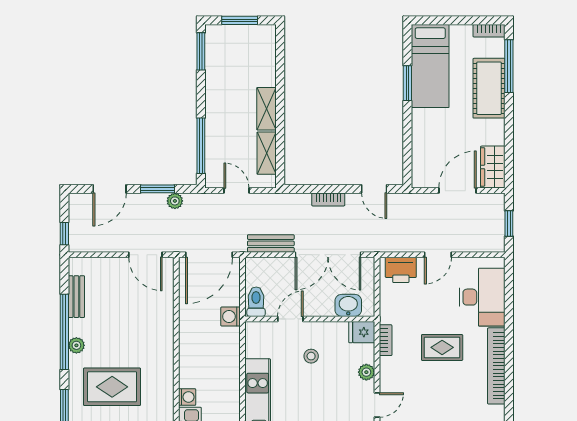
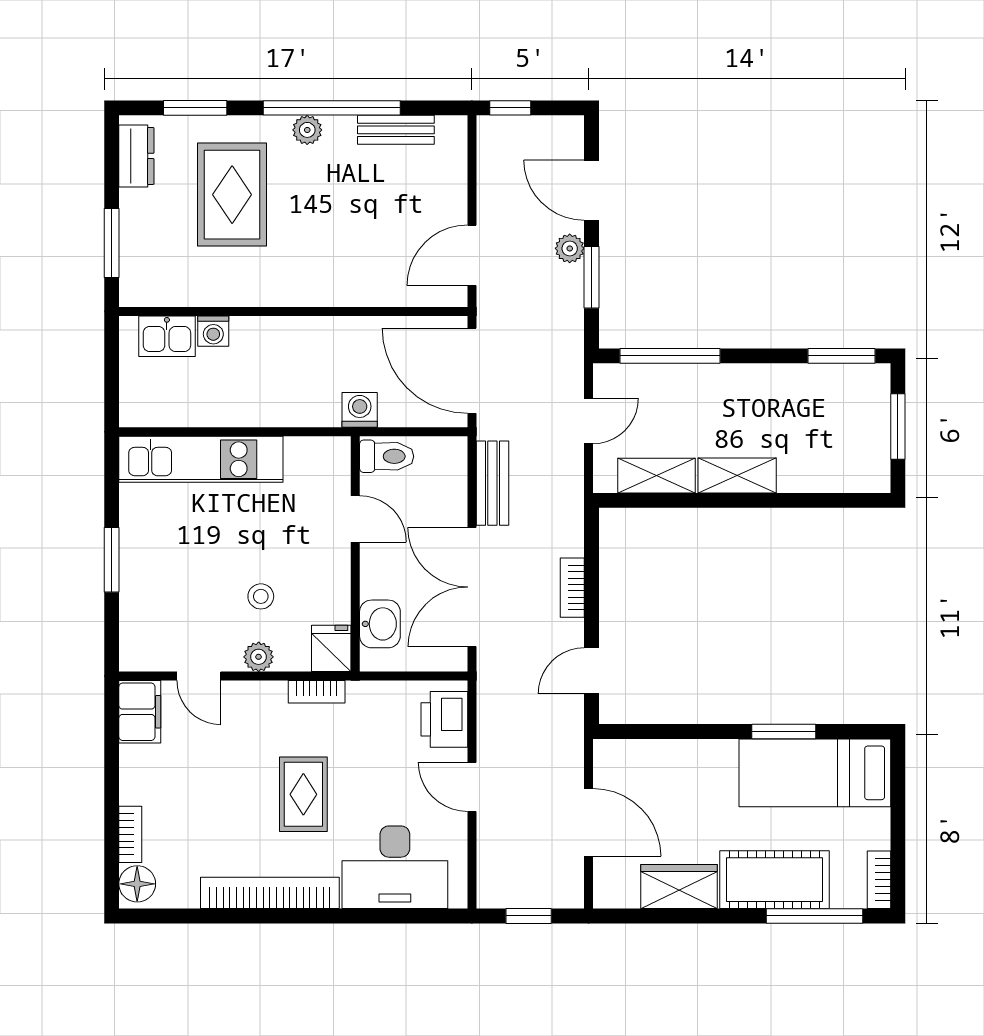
wardrobe: (493, 167) -> (679, 887), moved
plant: (175, 201) -> (570, 248), moved
stool: (311, 356) -> (261, 596), moved

